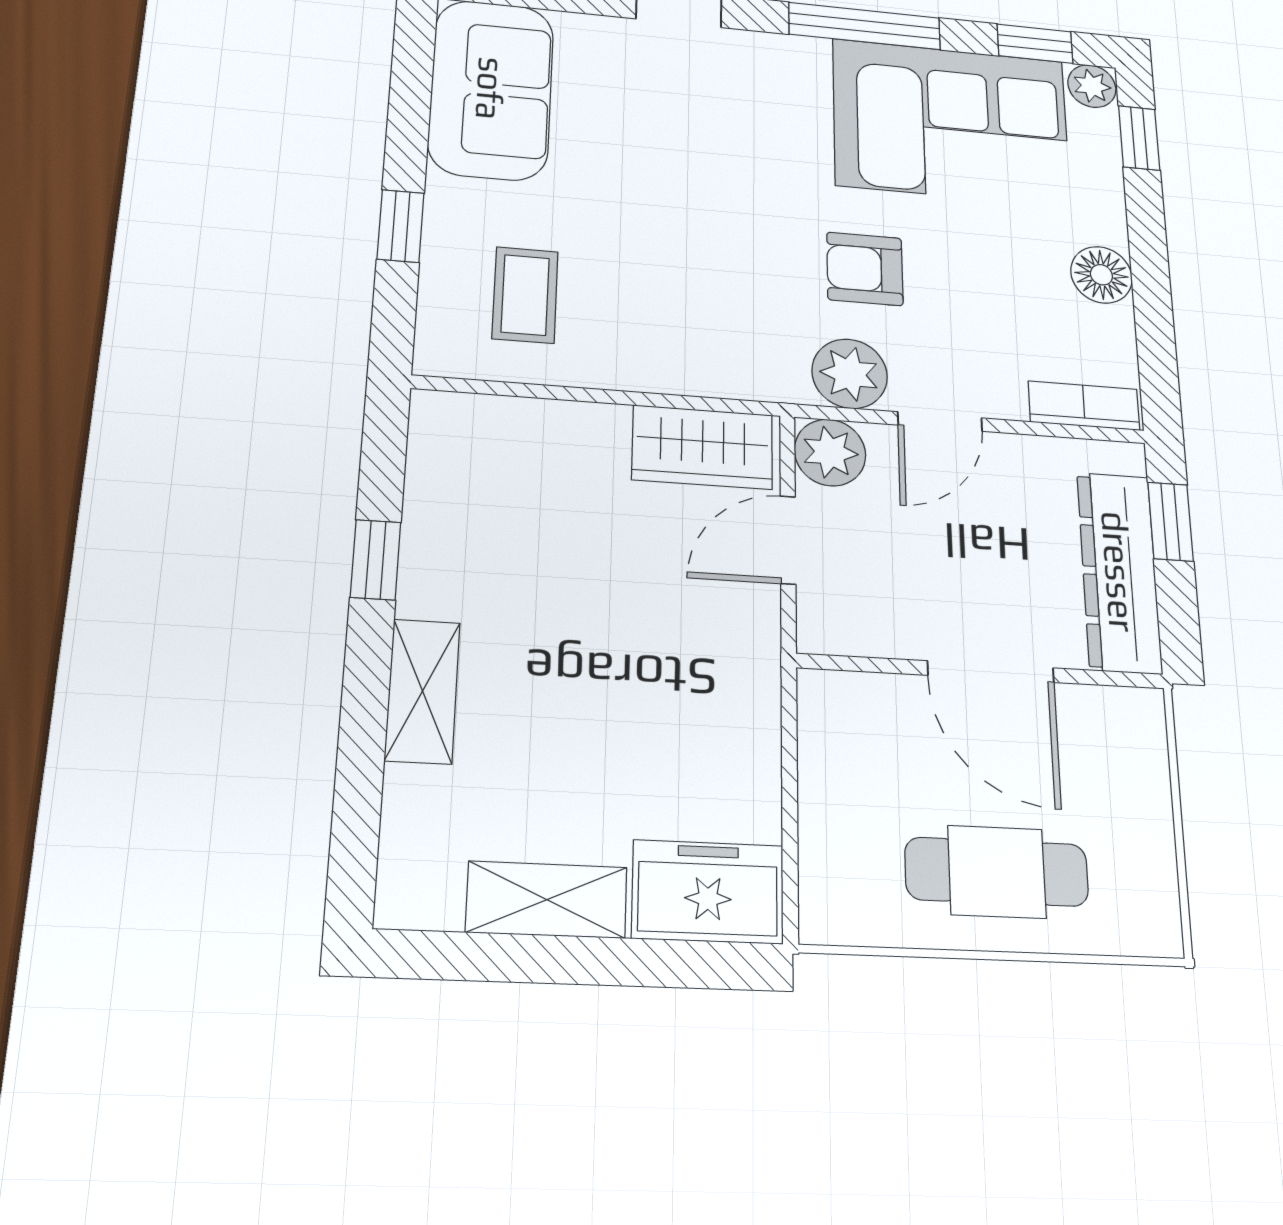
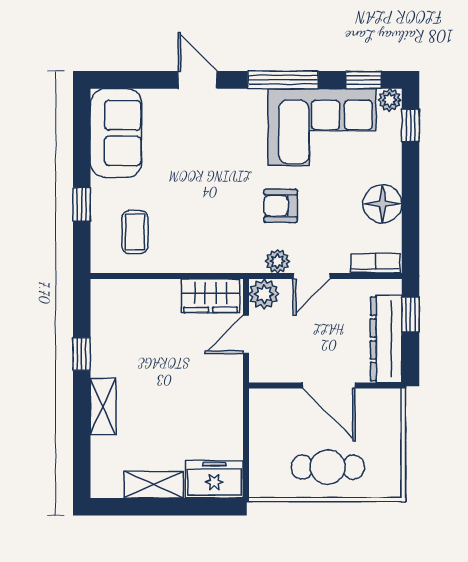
floor lamp: (1101, 275) -> (382, 204), width x1.38, depth x1.38
plant: (850, 374) -> (277, 261), width x0.73, depth x0.73

